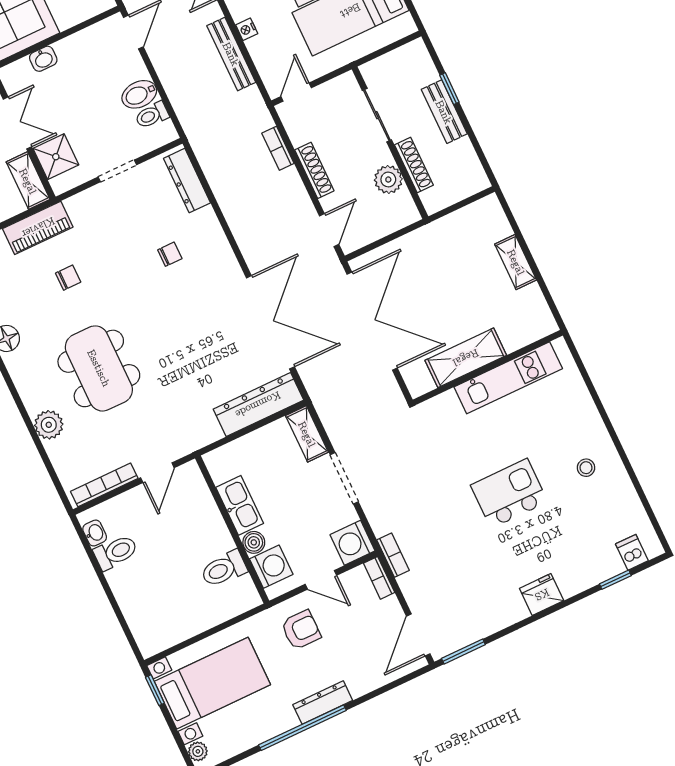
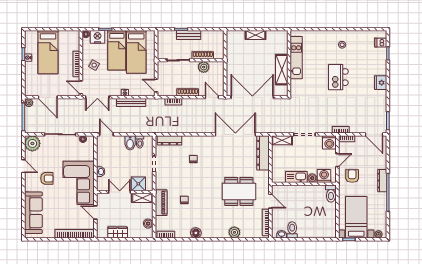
dining table: (99, 368) -> (239, 191), moved
toilet: (224, 569) -> (331, 194), moved

